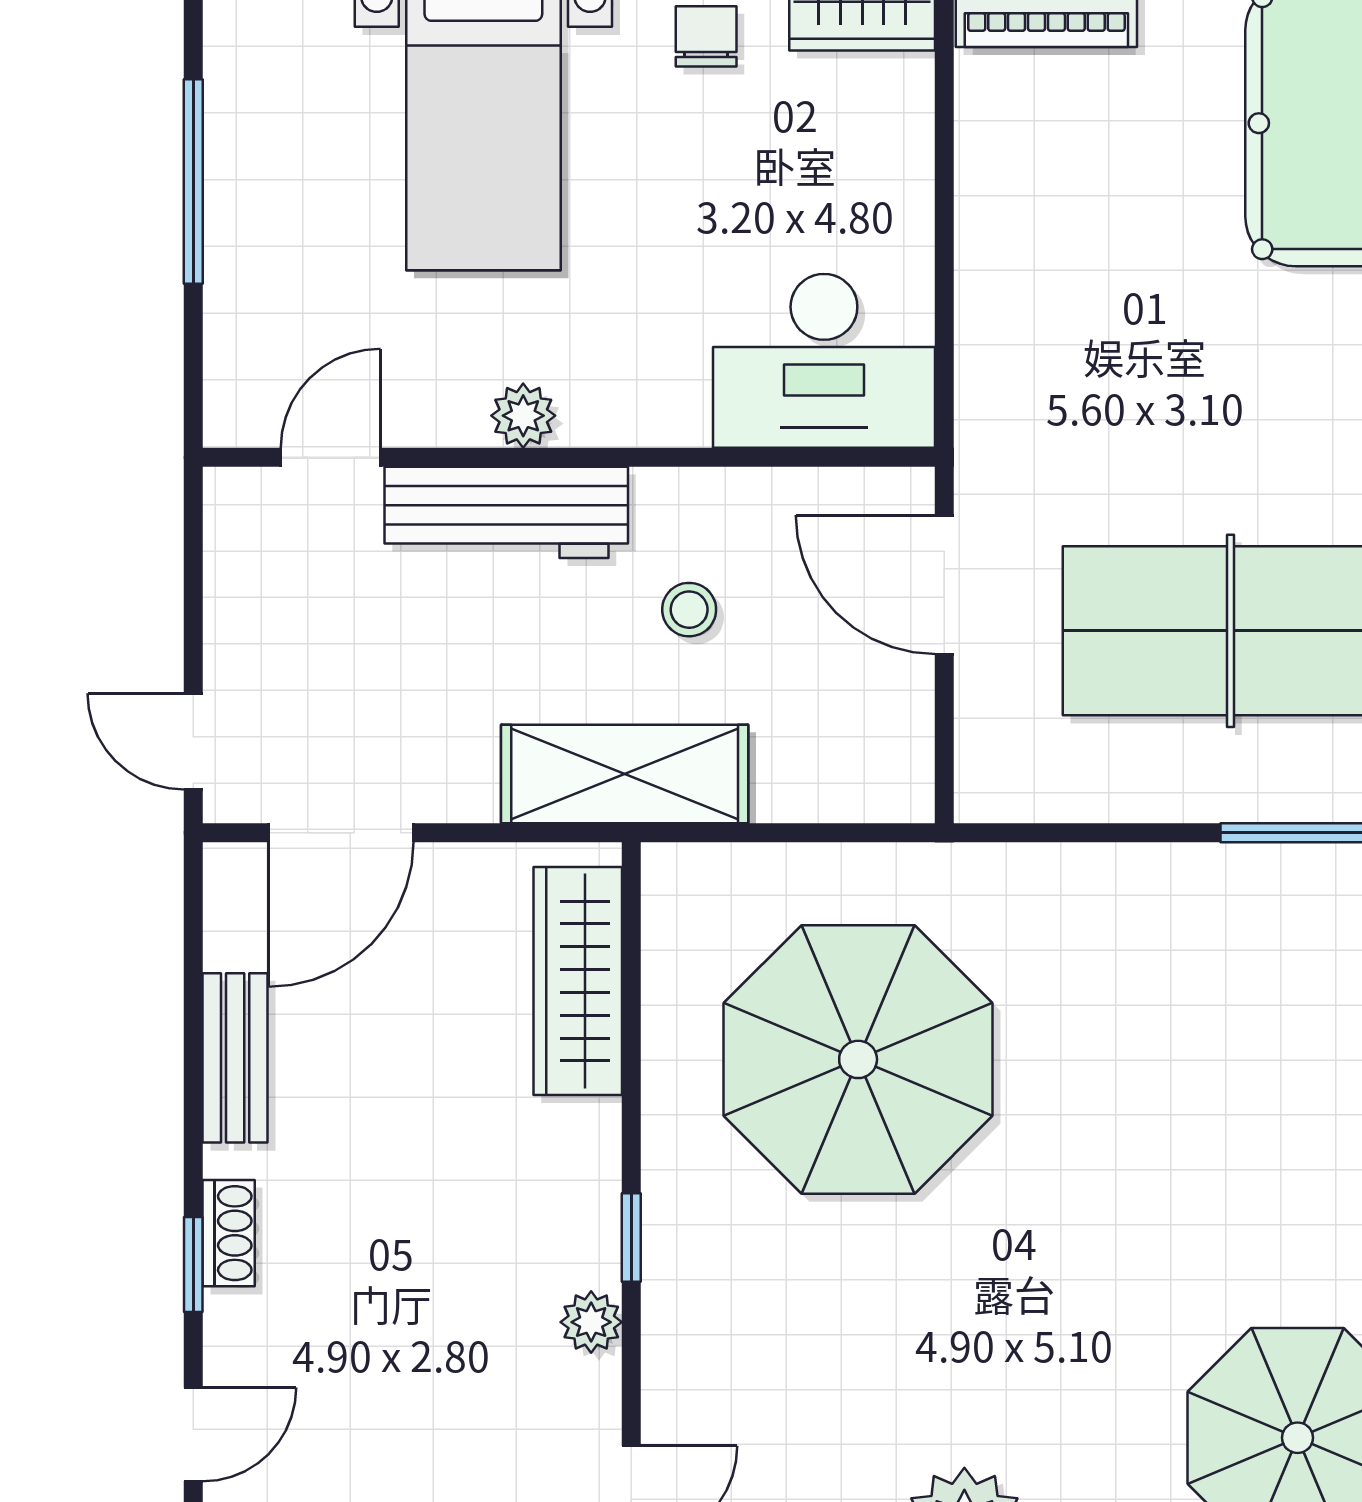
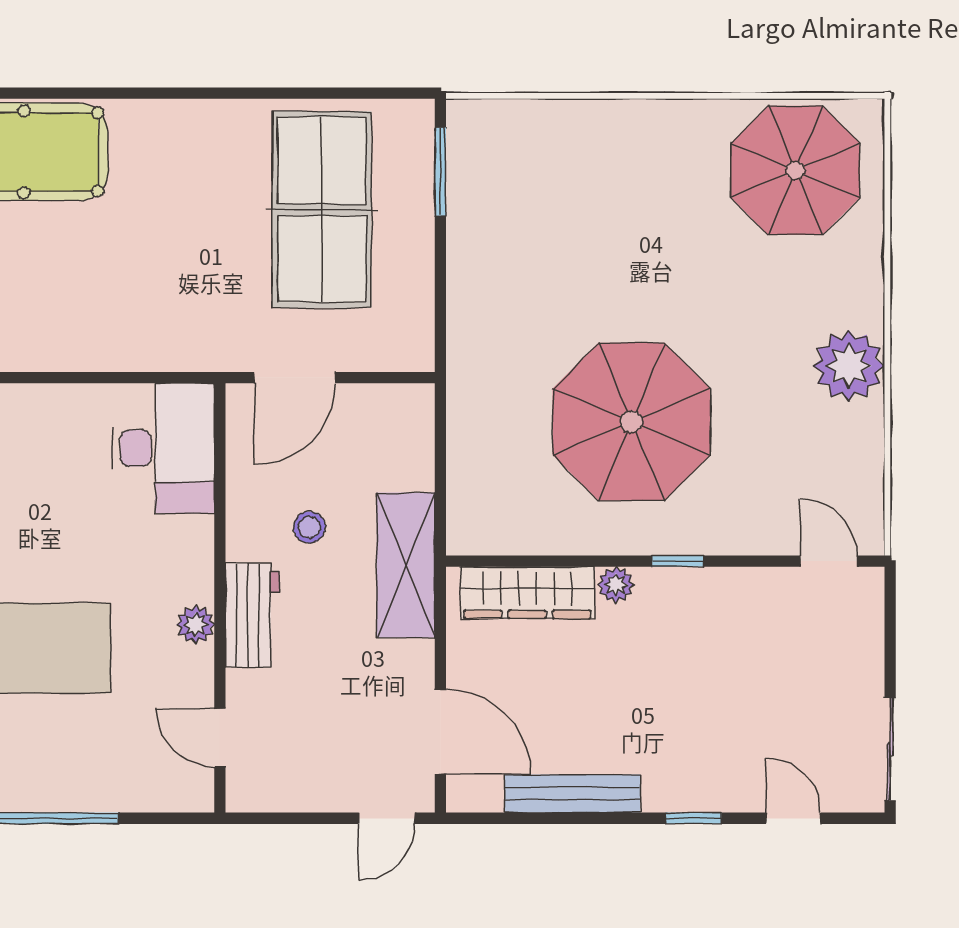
workbench: (506, 512) -> (252, 615), width x0.73
bench: (235, 1058) -> (572, 794), width x1.36
parasol: (858, 1059) -> (631, 422), moved
shoe rack: (229, 1233) -> (675, 798), removed
plant: (591, 1322) -> (616, 585), moved

